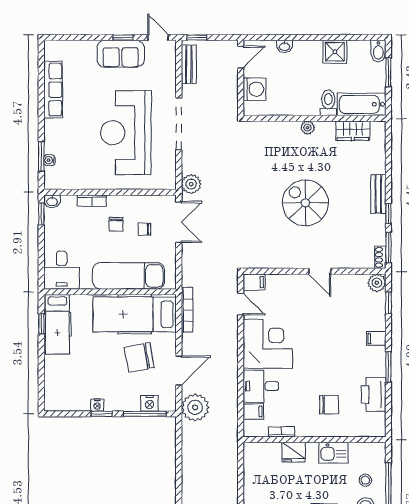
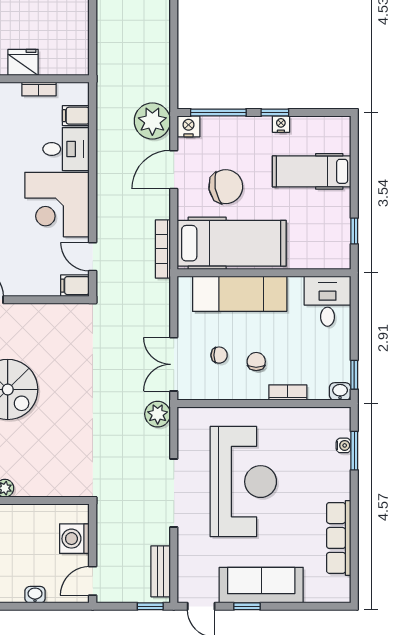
sofa: (121, 54) -> (261, 585), width x1.36
hospital bed: (57, 324) -> (312, 171), moved, turned -90
nightstand: (150, 403) -> (189, 126), moved

